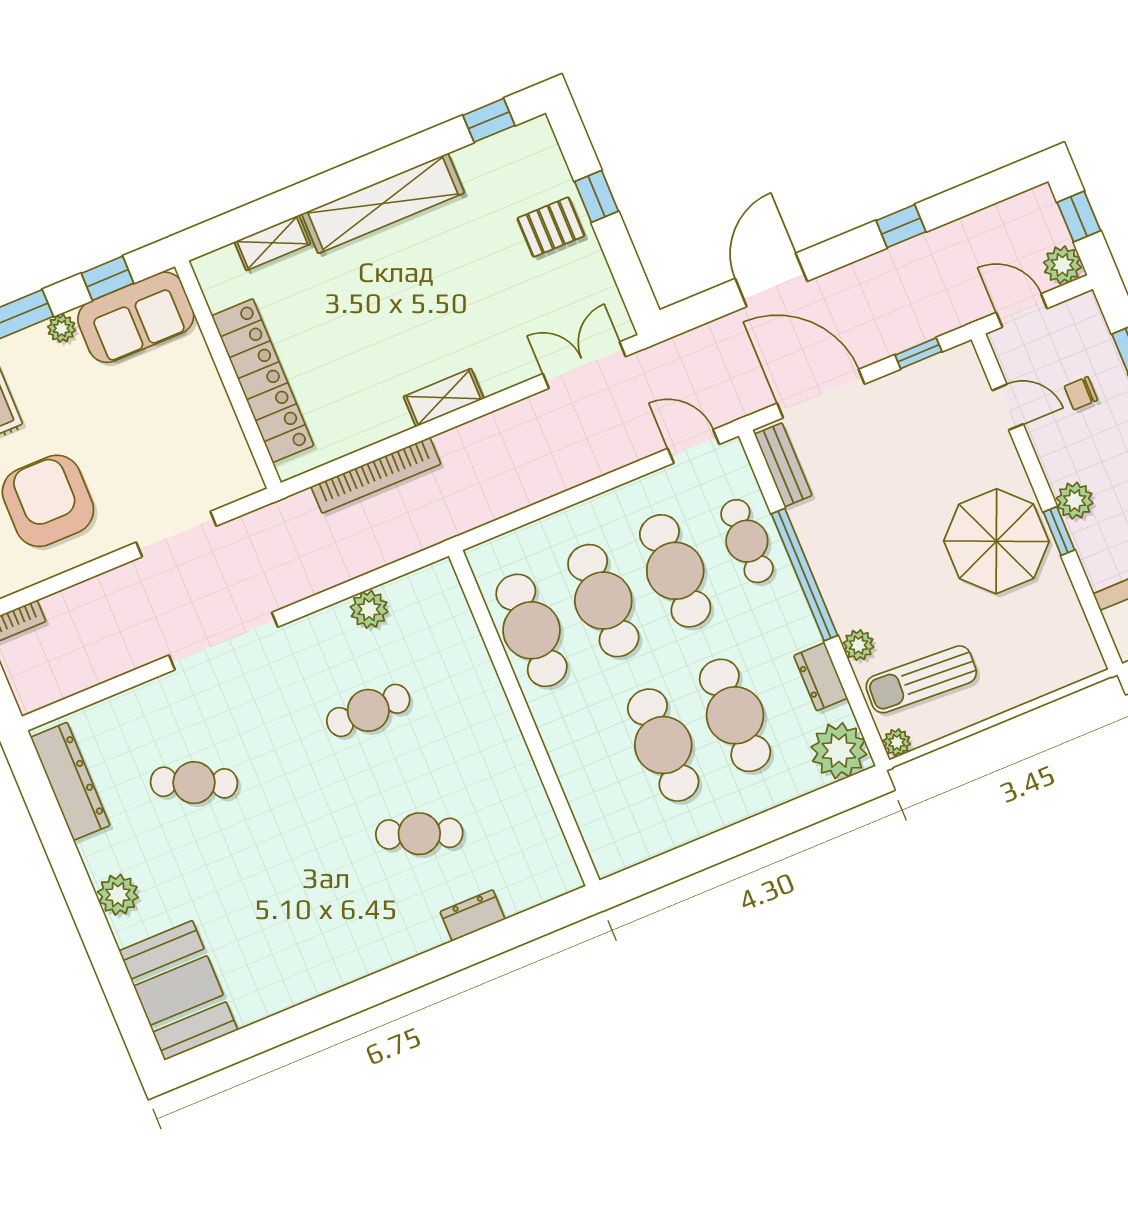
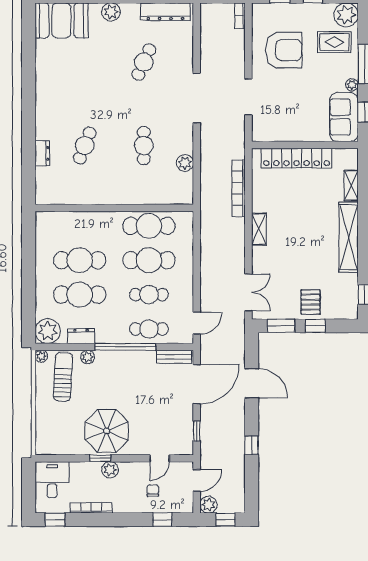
window: (626, 268) -> (281, 326), added
cafe table: (675, 571) -> (149, 295), width x0.73, depth x0.74

